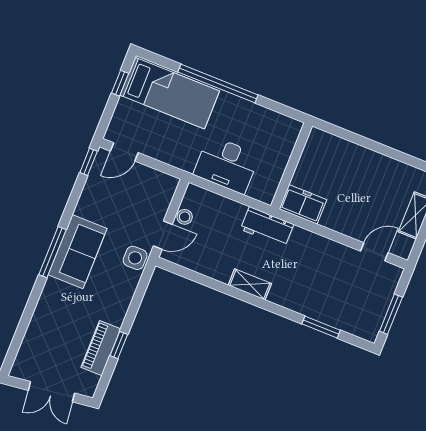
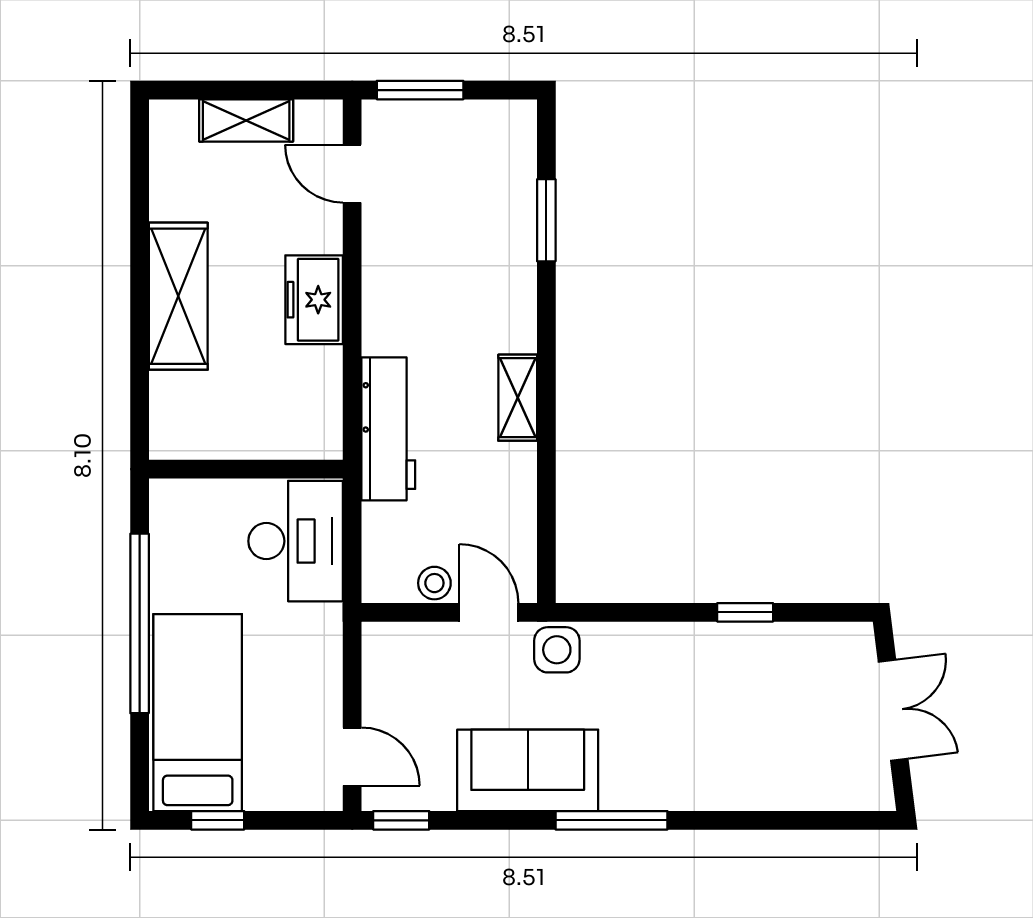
shelving: (352, 156) -> (178, 296), added
wall: (292, 166) -> (246, 469), moved
freezer: (303, 204) -> (314, 300), moved
workbench: (267, 227) -> (388, 429), width x1.38
sofa: (78, 252) -> (528, 770), moved
window: (391, 314) -> (420, 90), moved
piano: (101, 348) -> (766, 646), removed

